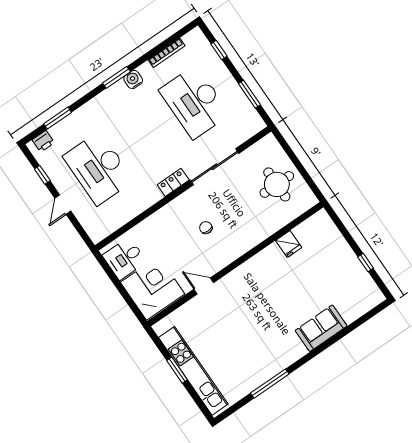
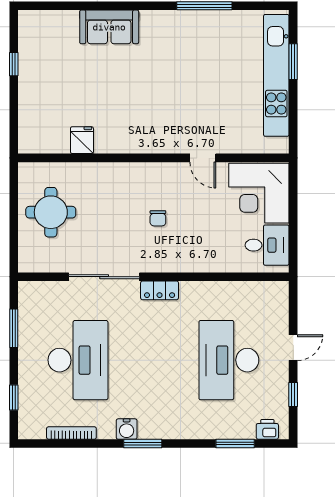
desk: (98, 168) -> (229, 360), turned 180
window: (177, 370) -> (293, 62), moved

